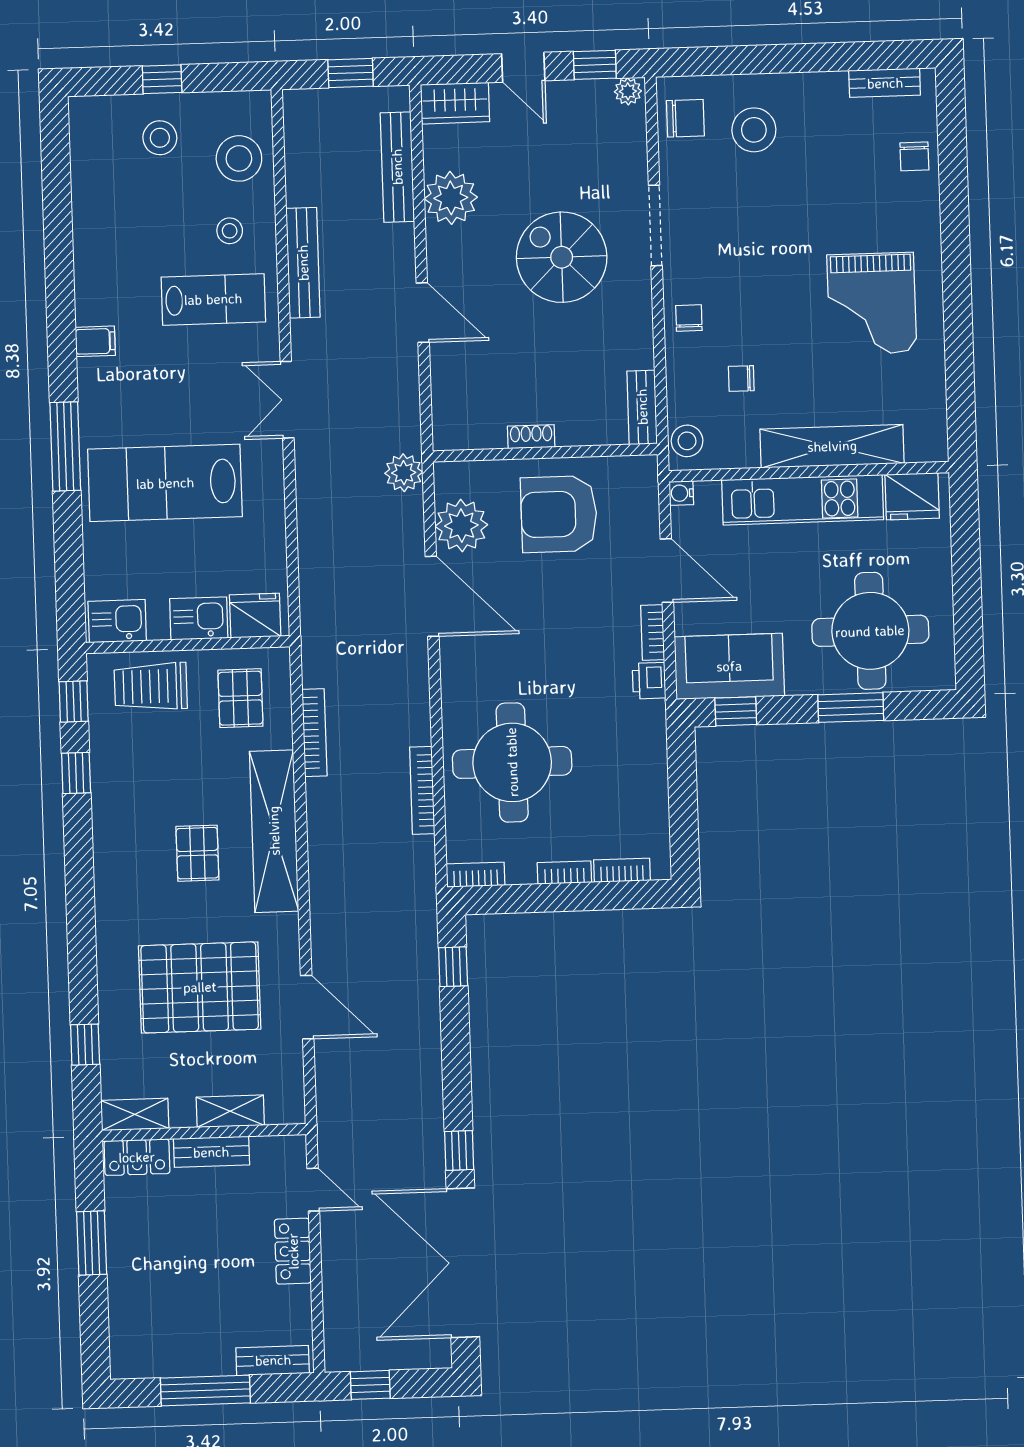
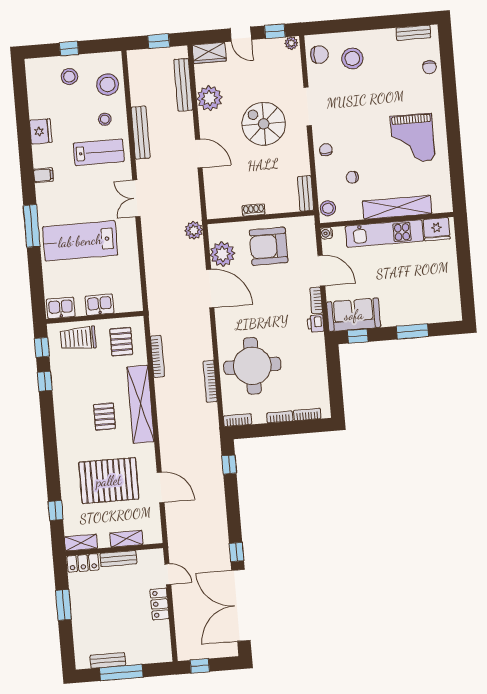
fridge: (255, 616) -> (41, 131), moved, turned 90
round table: (870, 631) -> (420, 294), removed
bench: (273, 1360) -> (108, 660), moved

